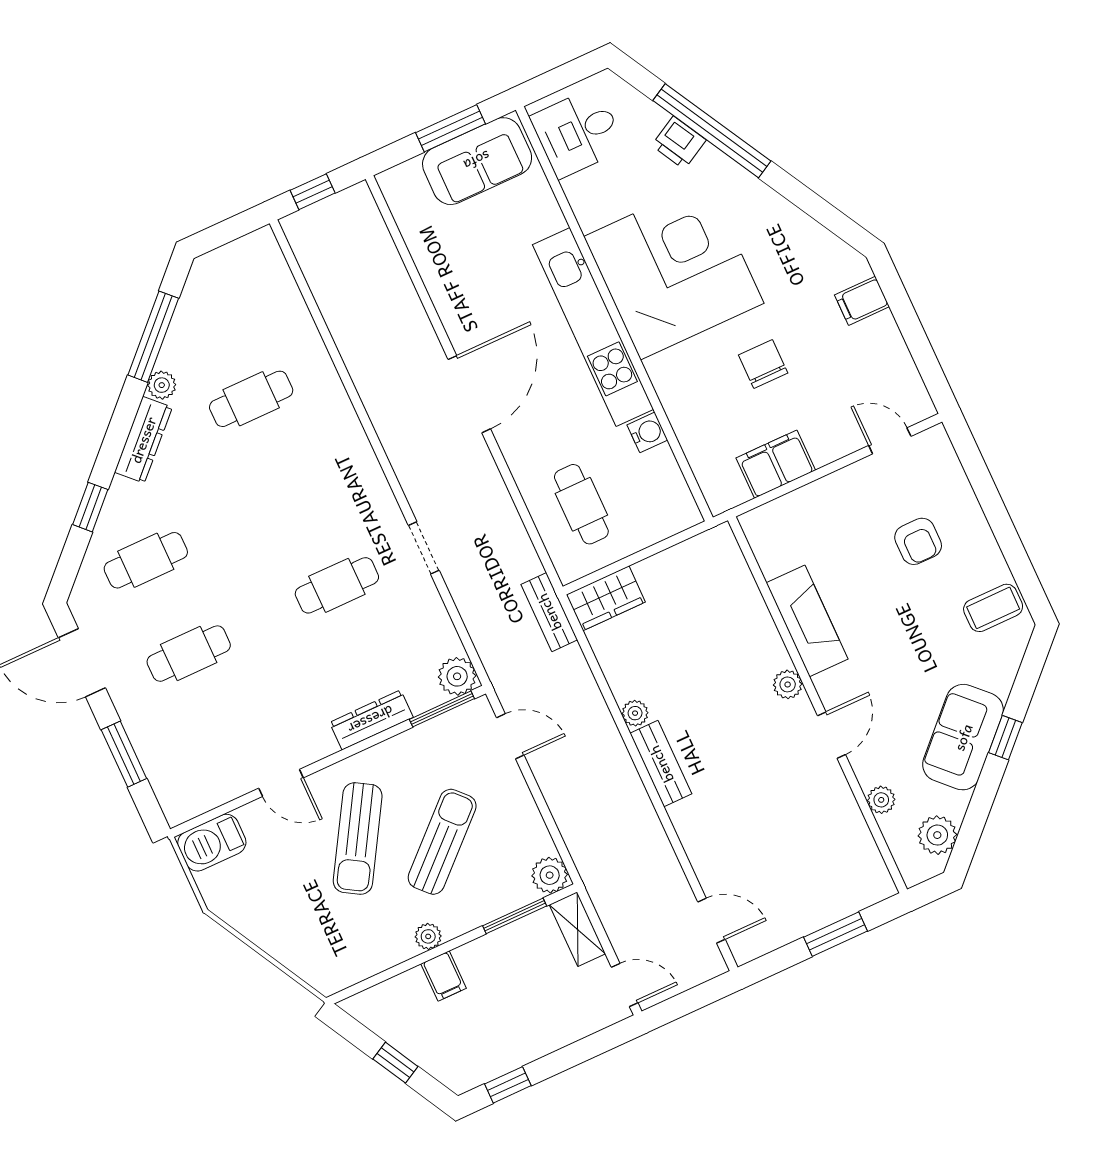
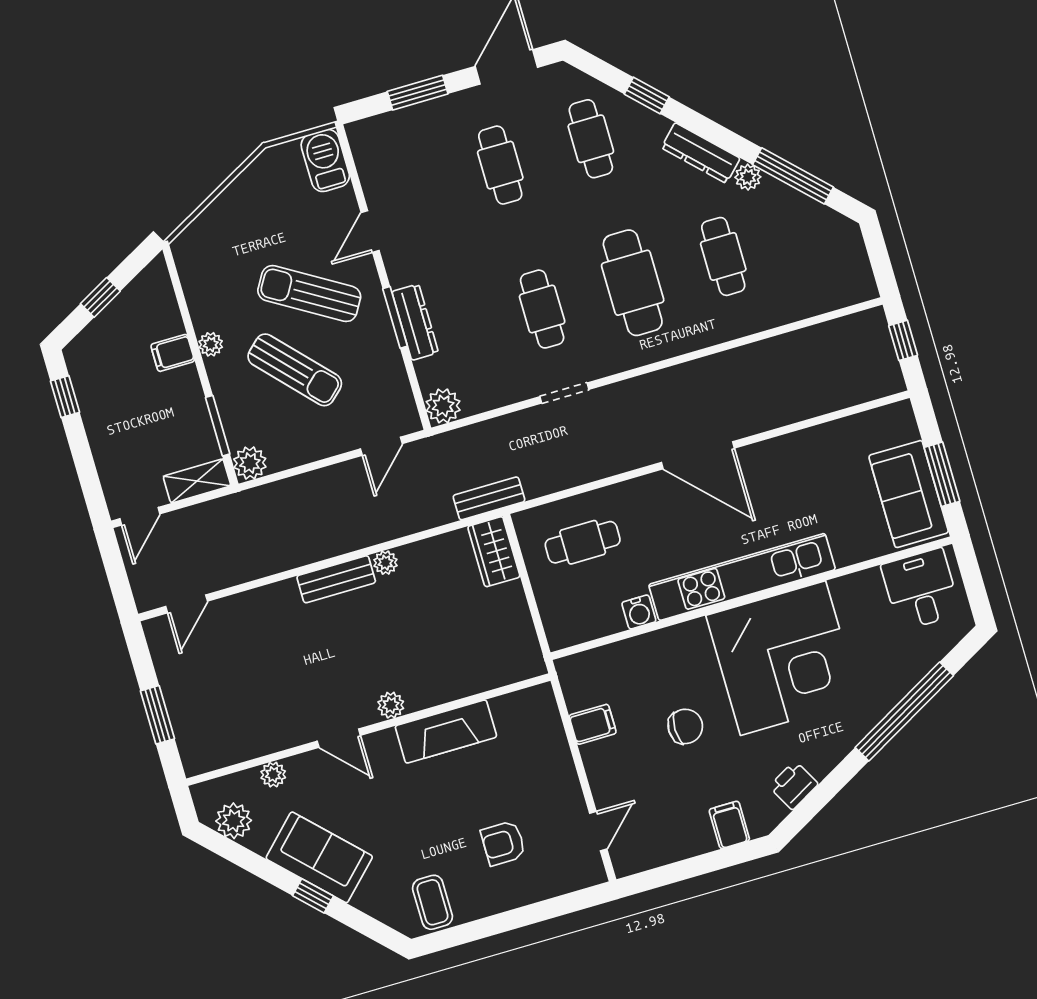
printer: (679, 143) -> (794, 785), moved
filing cabinet: (776, 464) -> (593, 724), width x0.50
cafe table: (294, 492) -> (633, 283), added
window: (442, 709) -> (395, 317), moved

